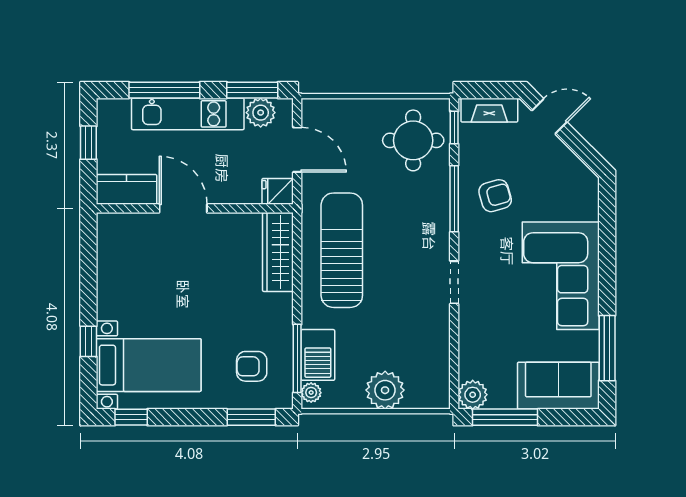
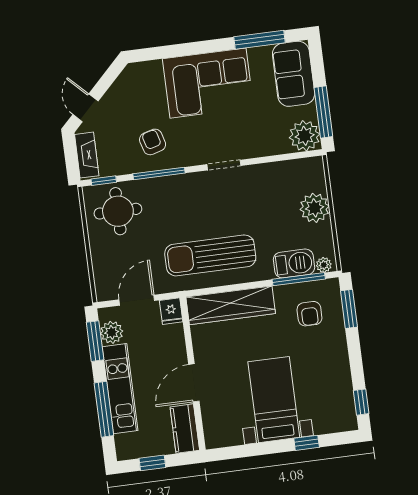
wardrobe: (278, 252) -> (231, 305), width x1.40, depth x1.17
bed with nightstands: (149, 365) -> (274, 400), moved
plant: (473, 395) -> (305, 136), width x1.36, depth x1.36

